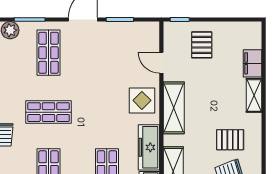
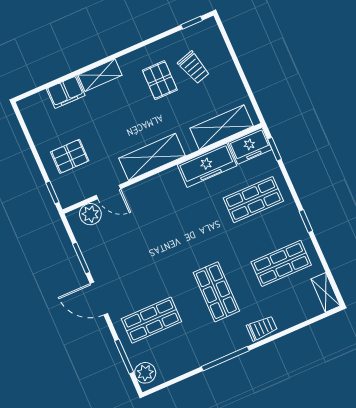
plant: (150, 41) -> (90, 214), added
door: (161, 63) -> (108, 192), hinge flipped
display table: (142, 100) -> (159, 195), removed

